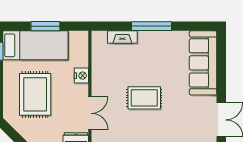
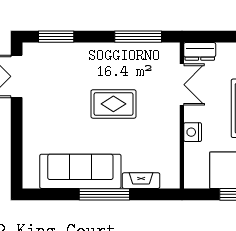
sofa: (203, 63) -> (80, 171), moved, turned -90
double door: (90, 113) -> (182, 85), swing flipped

